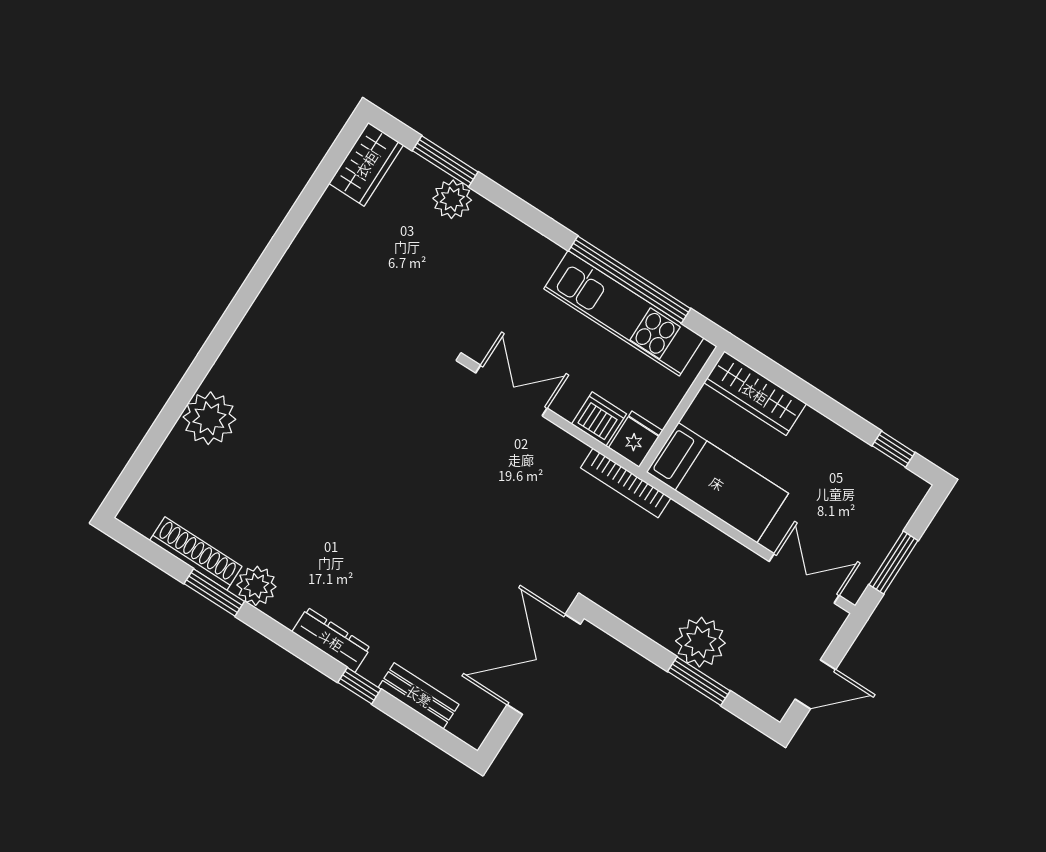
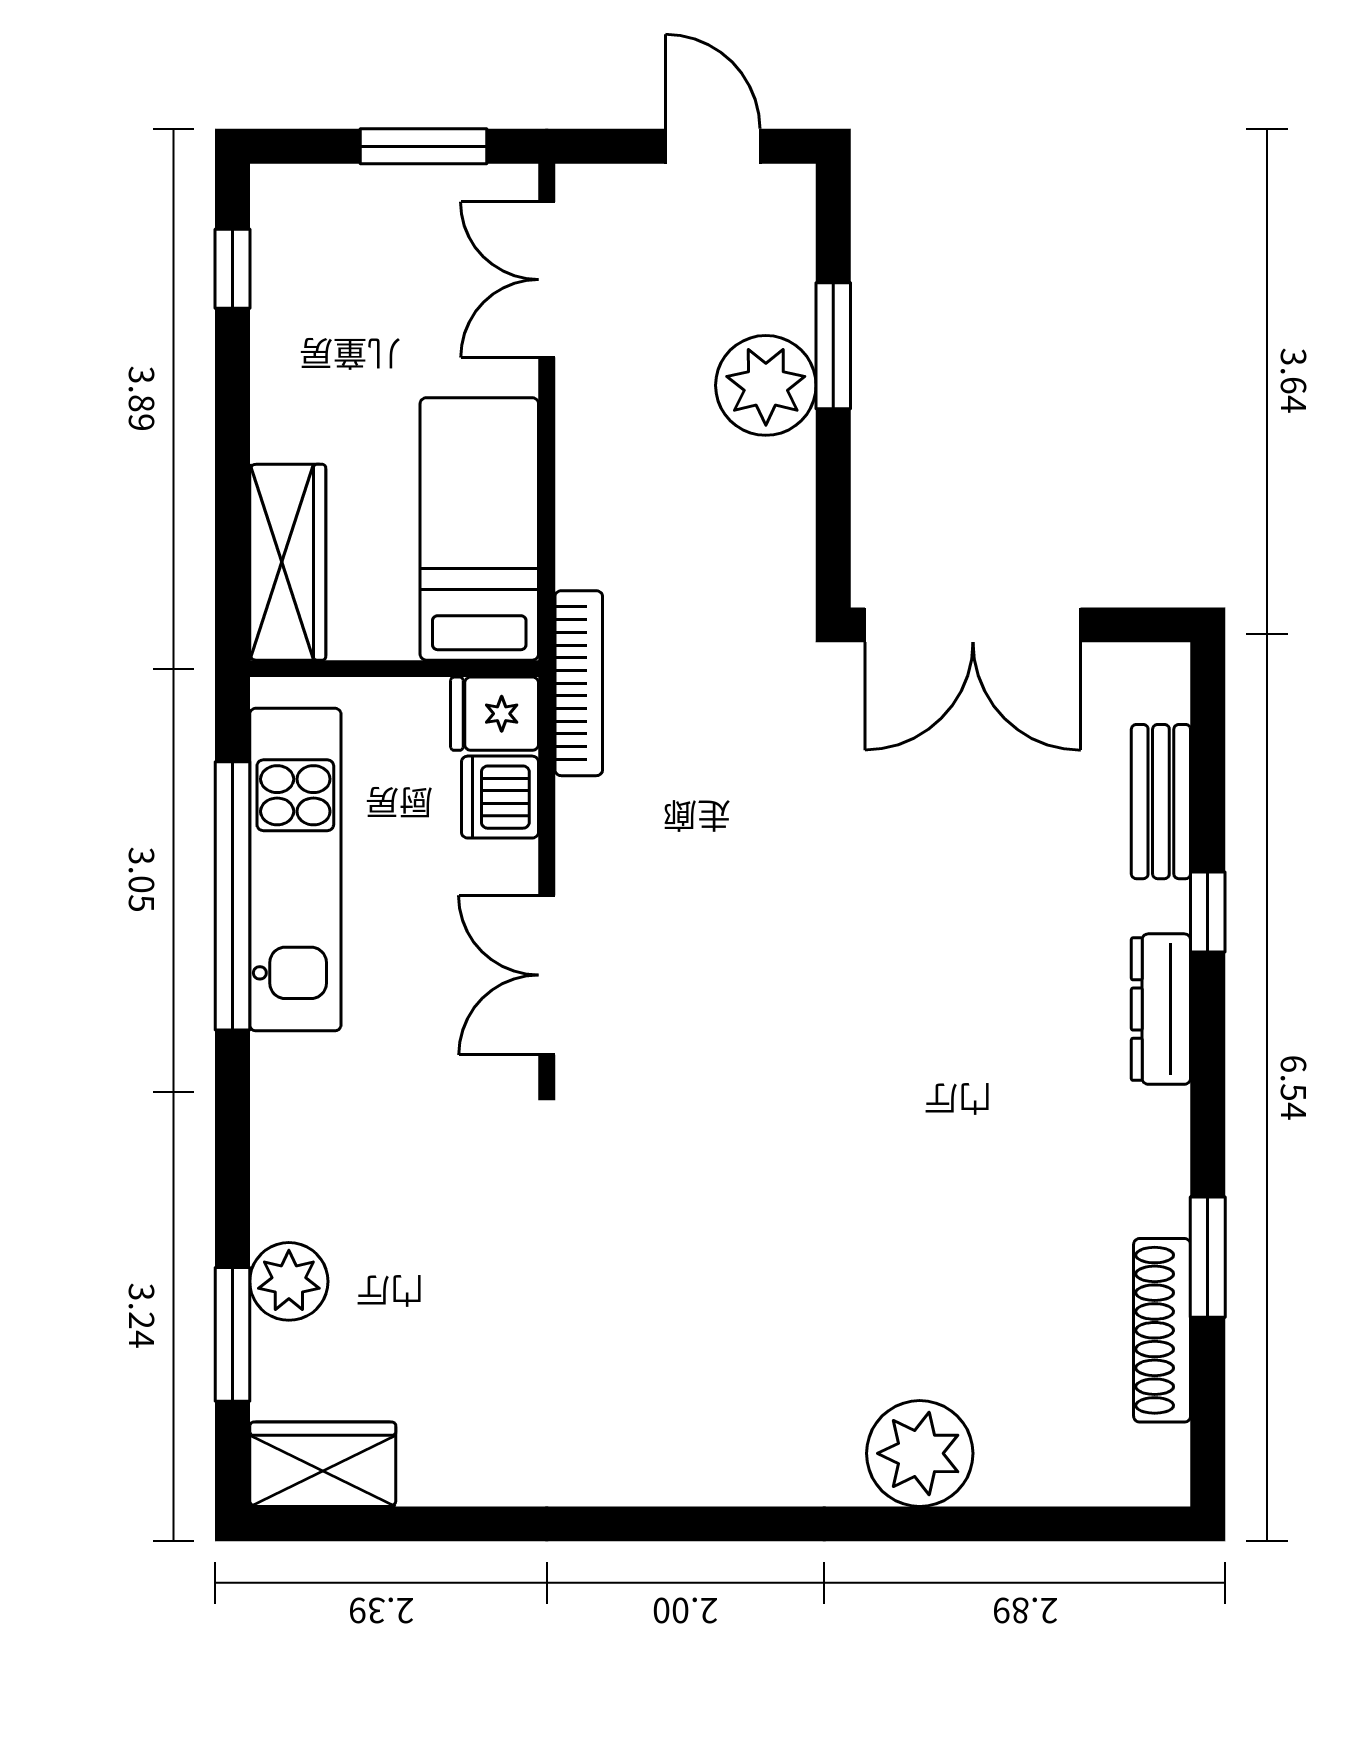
plant: (256, 586) -> (1151, 1193), removed

